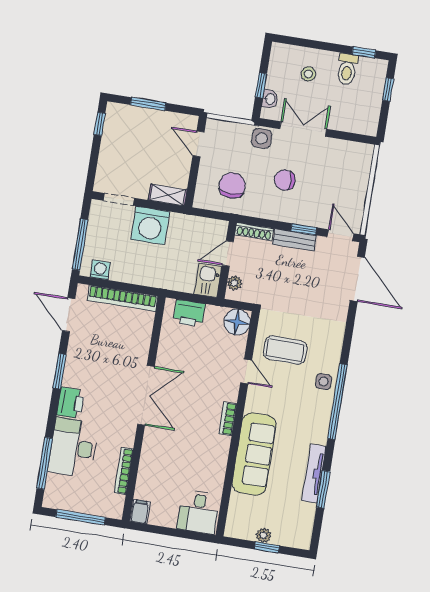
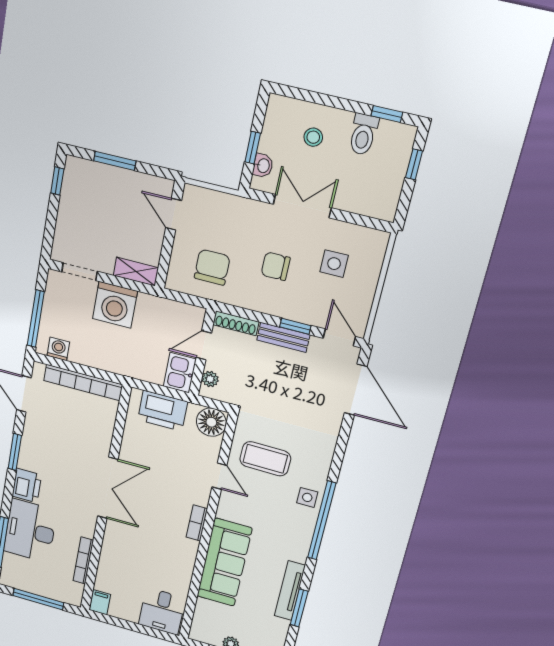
side table: (262, 138) -> (334, 264), moved
printer: (189, 313) -> (163, 411), width x1.37, depth x1.19

